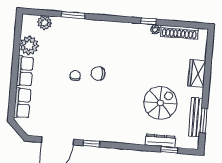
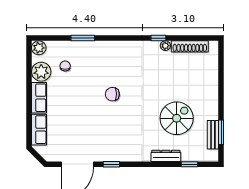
plant: (45, 23) -> (39, 48), moved
wardrobe: (197, 73) -> (211, 86), removed
chair: (75, 76) -> (65, 66), moved
bench: (196, 117) -> (213, 135), width x0.73
dresser: (160, 141) -> (166, 156), moved

